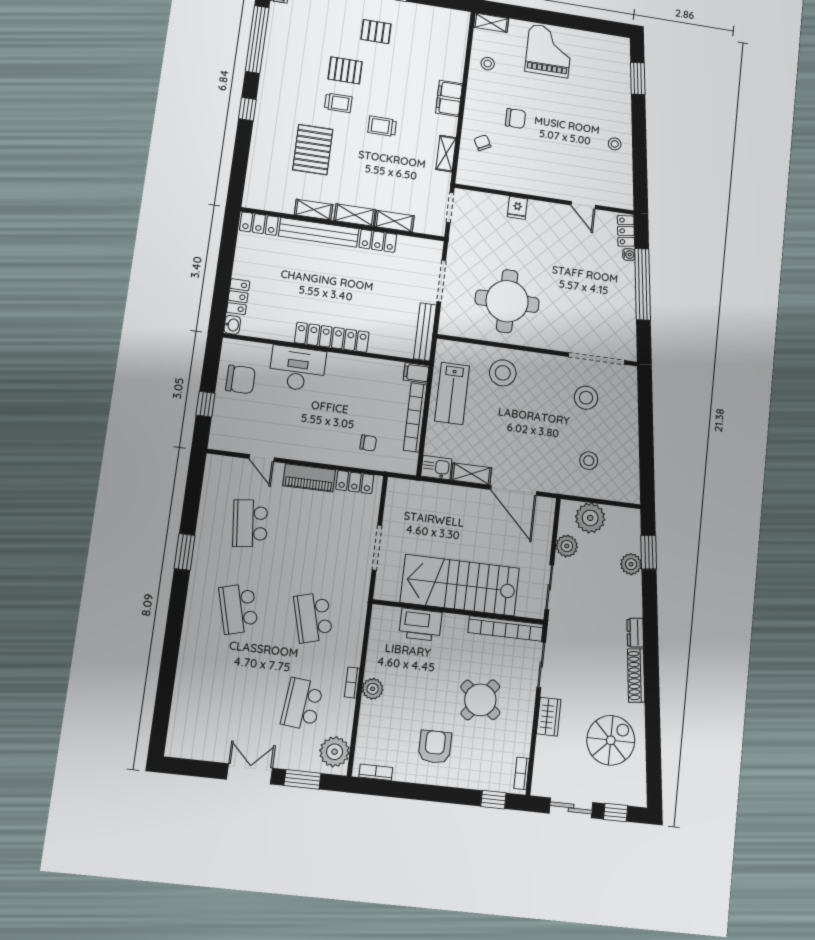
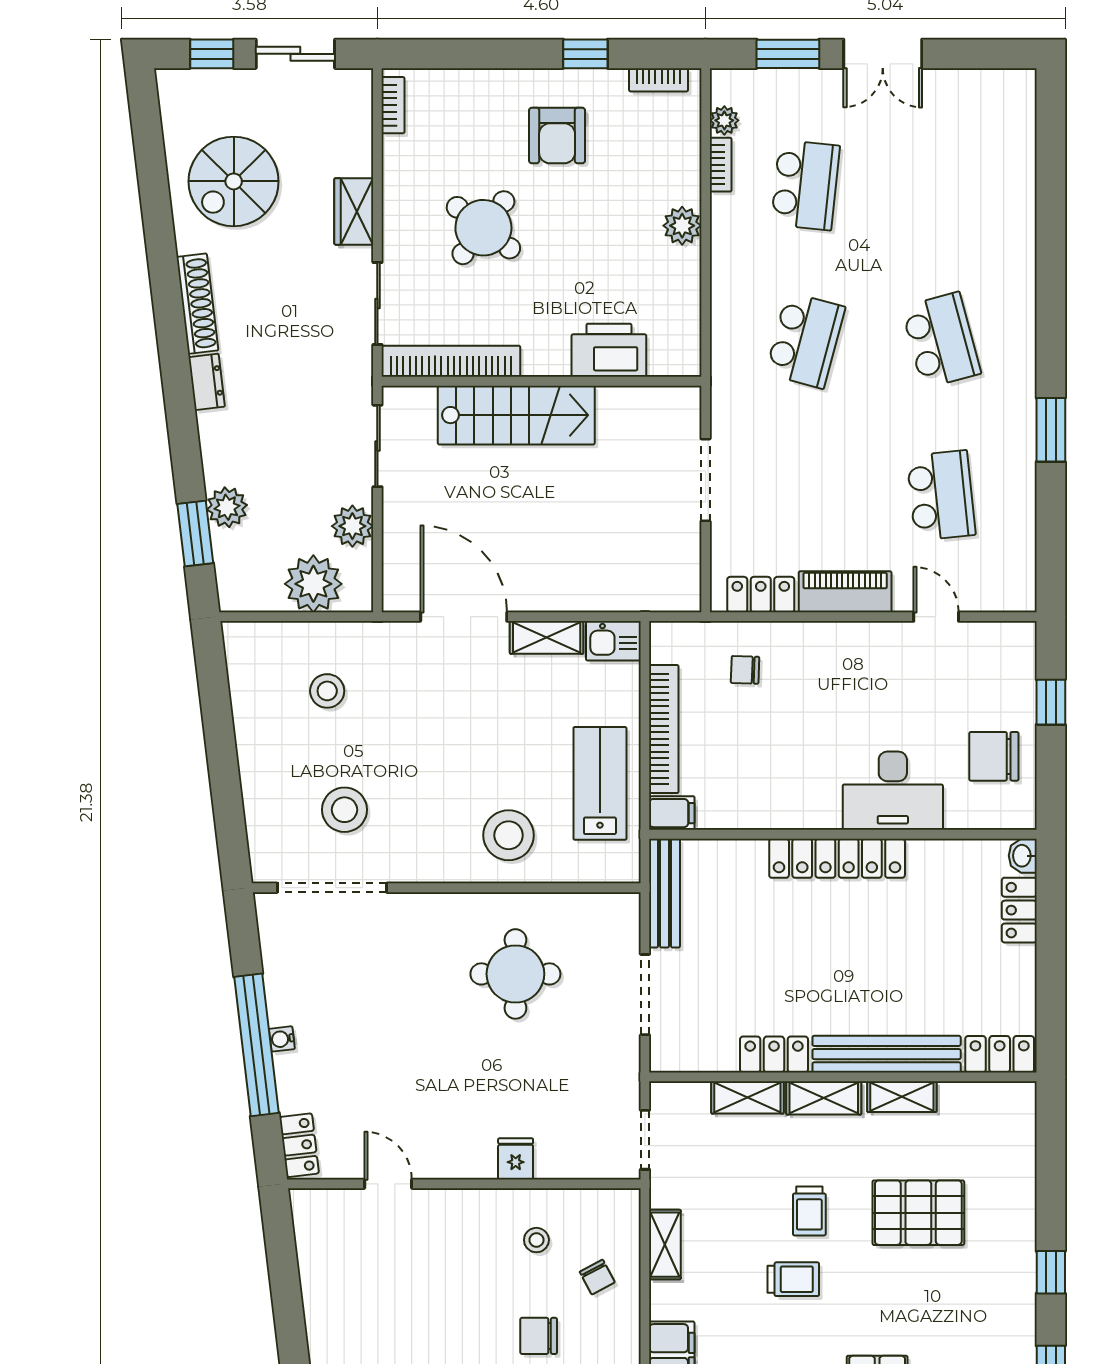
trolley: (338, 103) -> (809, 1211), moved, turned -90
stool: (615, 144) -> (536, 1240), moved
pallet: (313, 150) -> (918, 1213), turned 90
water cooler: (629, 255) -> (282, 1039), moved
round table: (507, 301) -> (515, 974), width x0.73, depth x0.73
stairs: (460, 585) -> (516, 415), width x0.73, depth x0.66
school desk: (313, 618) -> (805, 340), turned 30
bookcase: (352, 683) -> (721, 165), moved
plant: (335, 752) -> (724, 120), width x0.53, depth x0.53
window: (493, 800) -> (585, 54), moved

